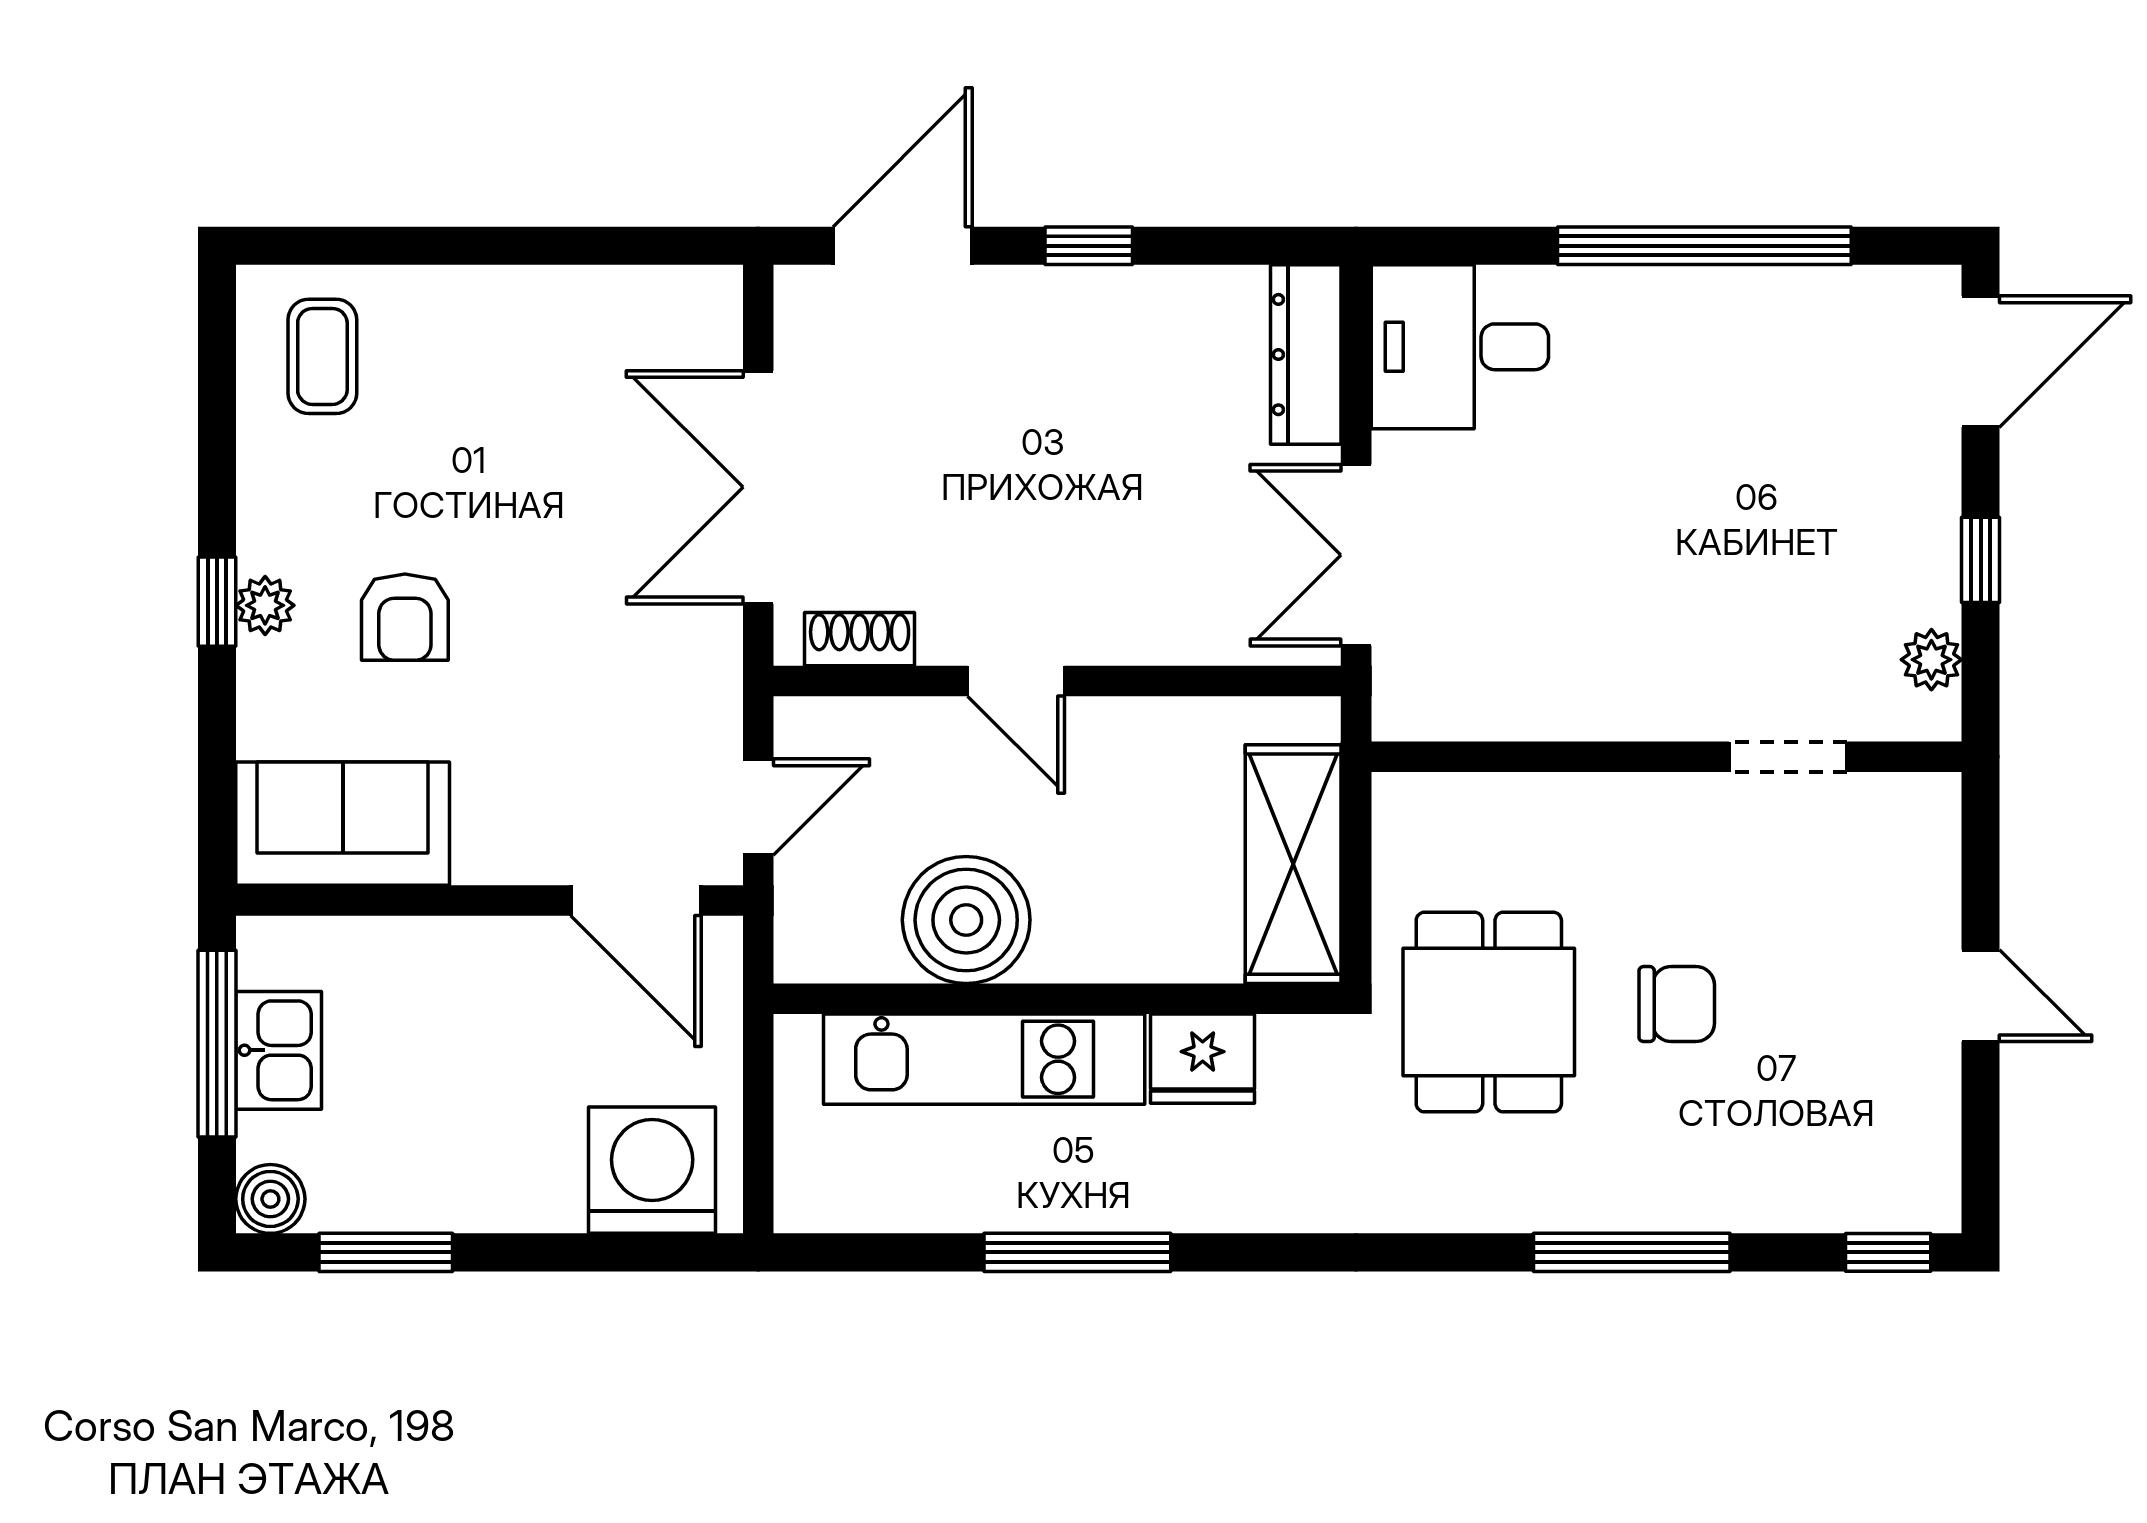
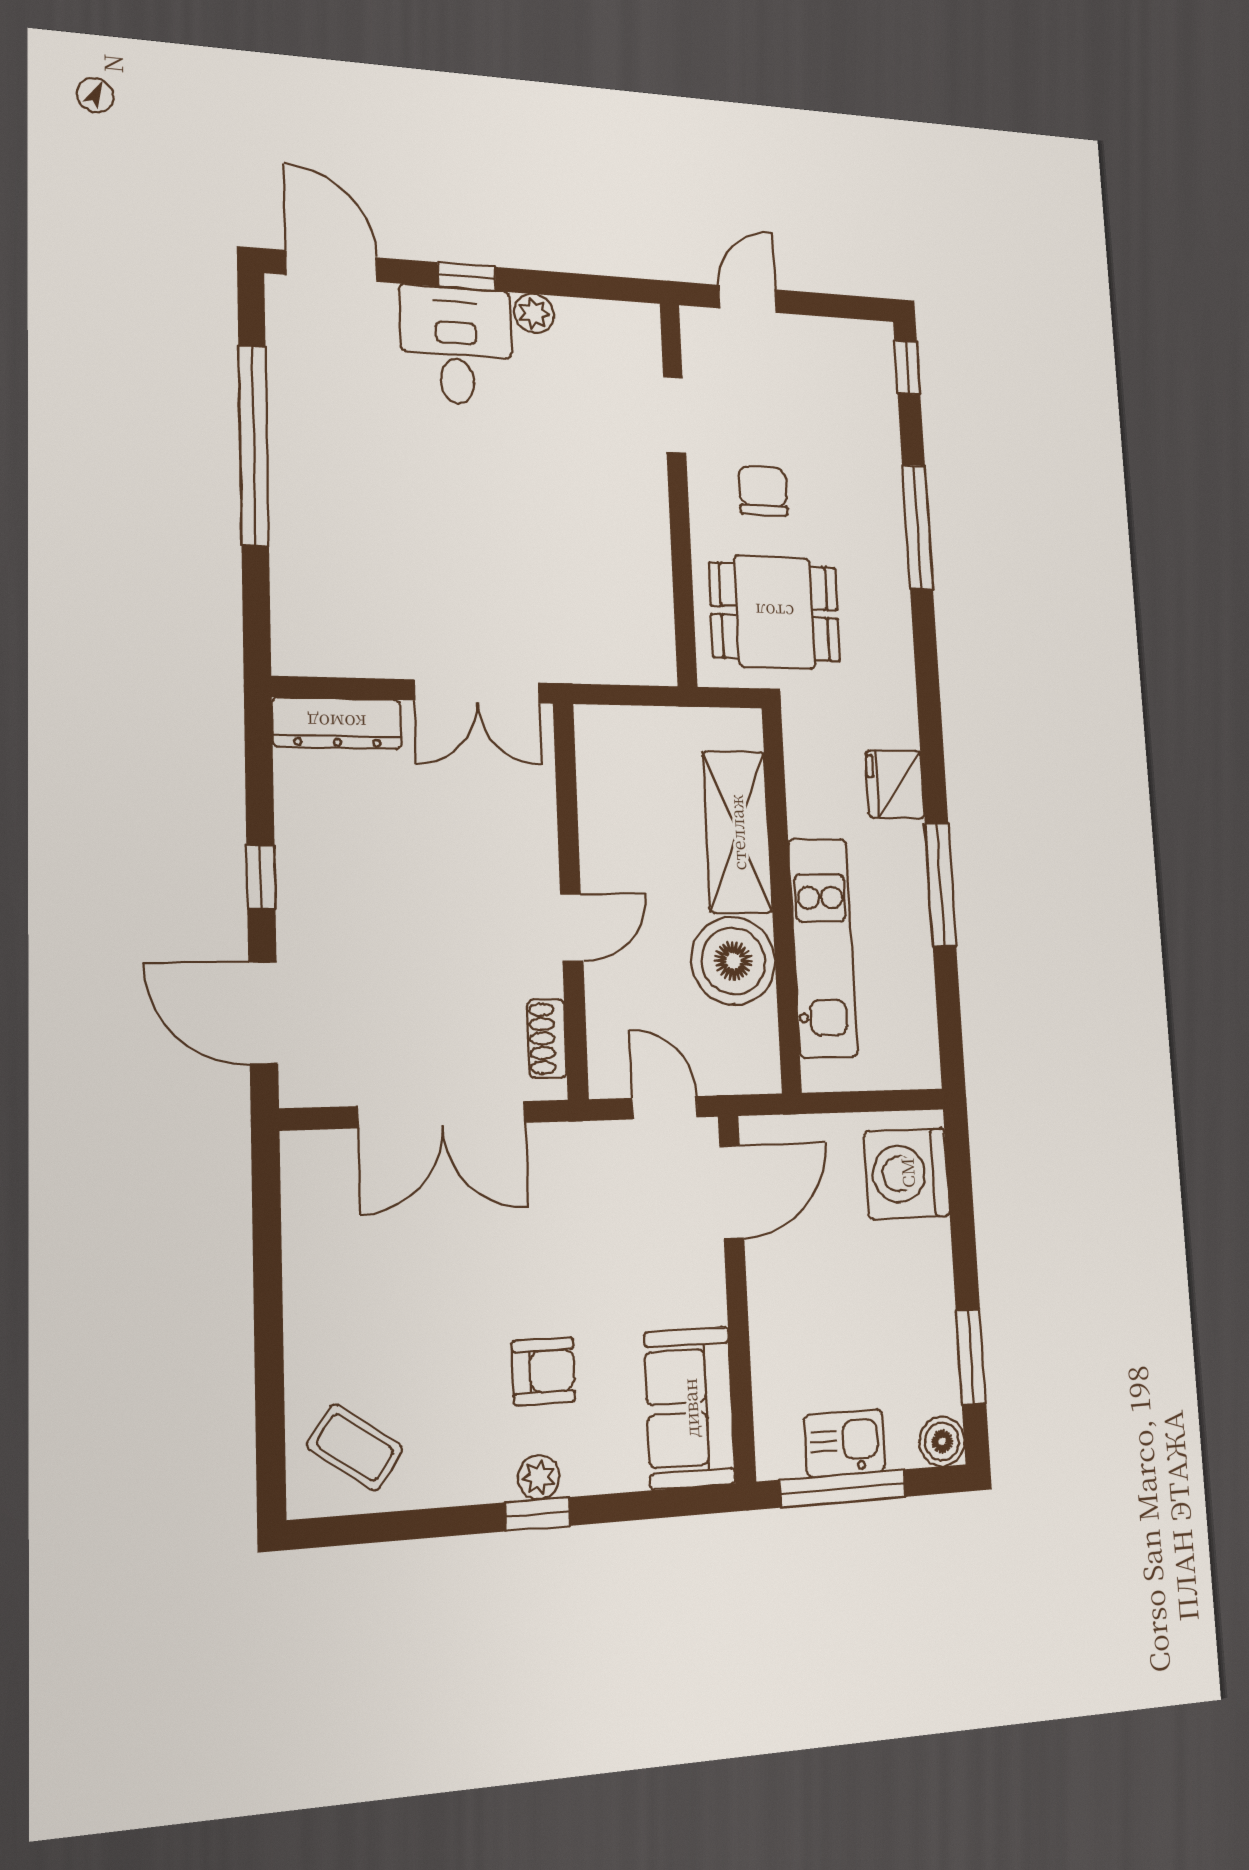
desk: (1460, 347) -> (456, 346), moved, turned 180
coffee table: (322, 356) -> (355, 1447), turned 35
wall: (1666, 757) -> (678, 493), moved
doorway: (1788, 757) -> (675, 415), moved
shelving: (1293, 864) -> (737, 832), moved, turned 90
fridge: (1203, 1059) -> (895, 784), moved, turned 180

